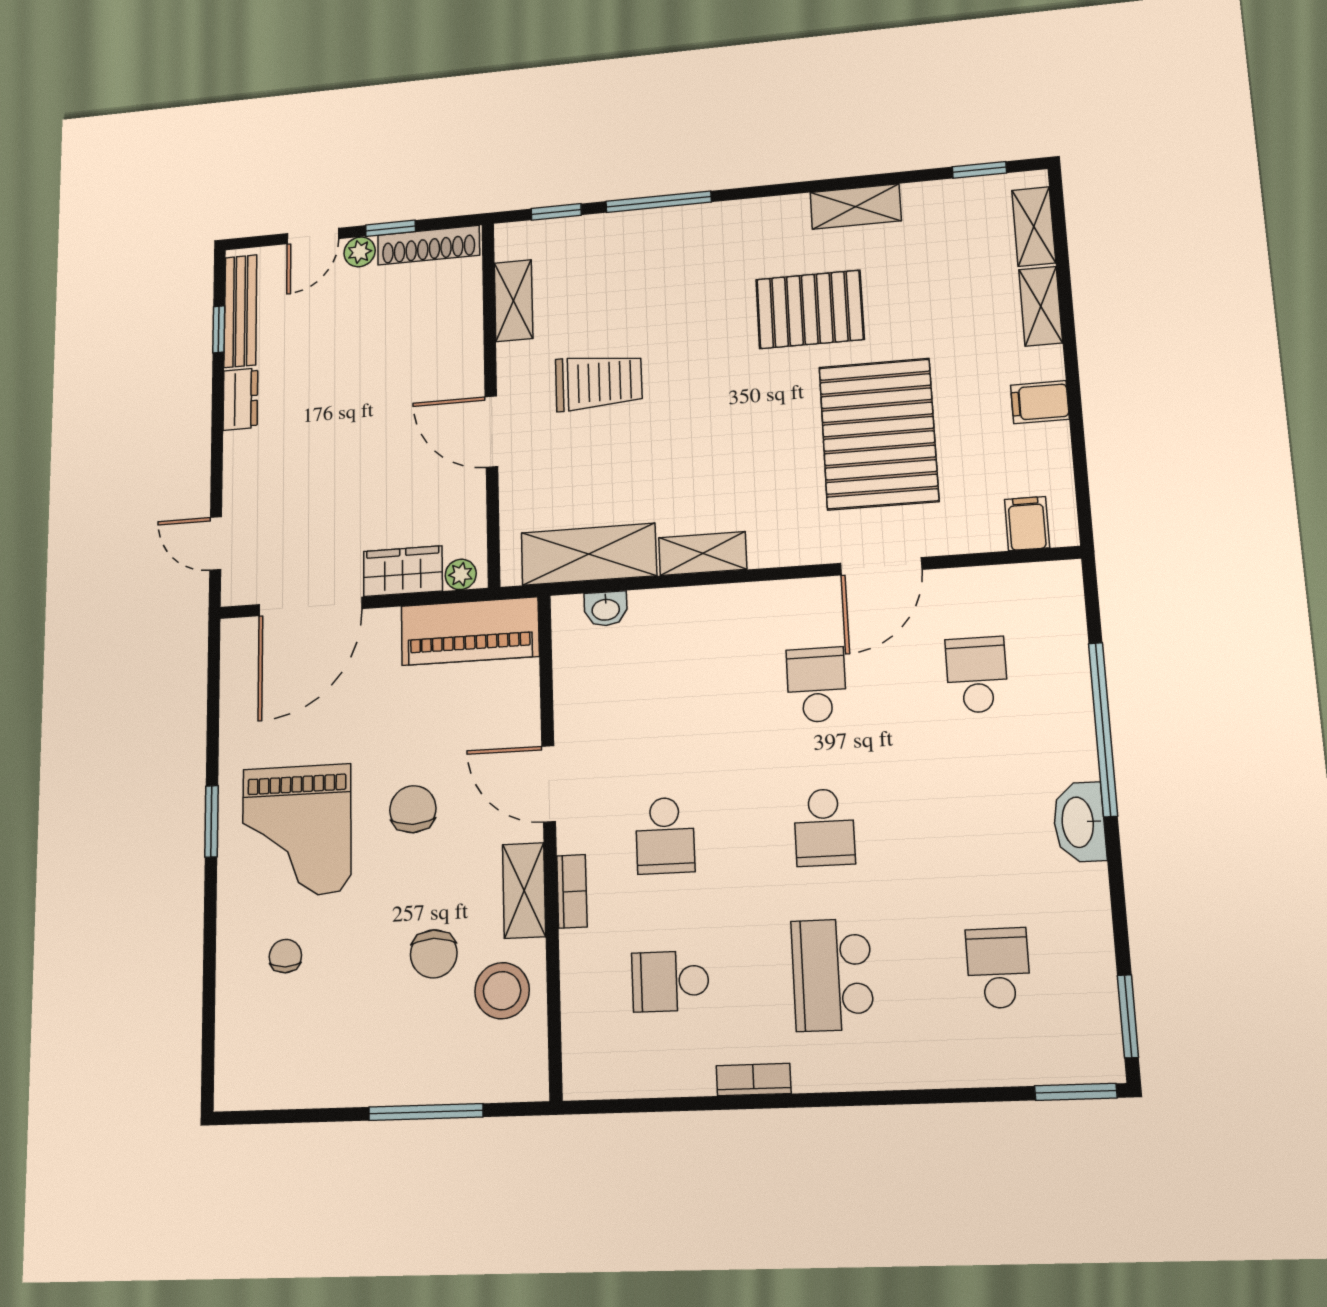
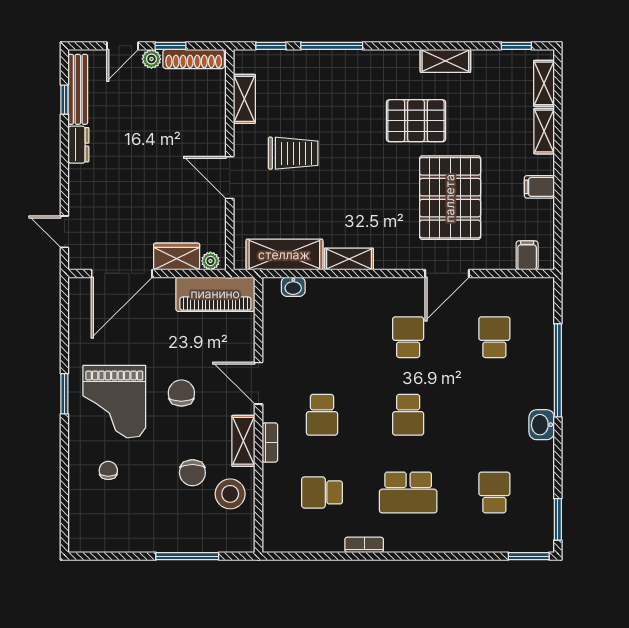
washbasin: (1079, 822) -> (542, 425), width x0.72
school desk: (832, 975) -> (408, 492), turned -90

